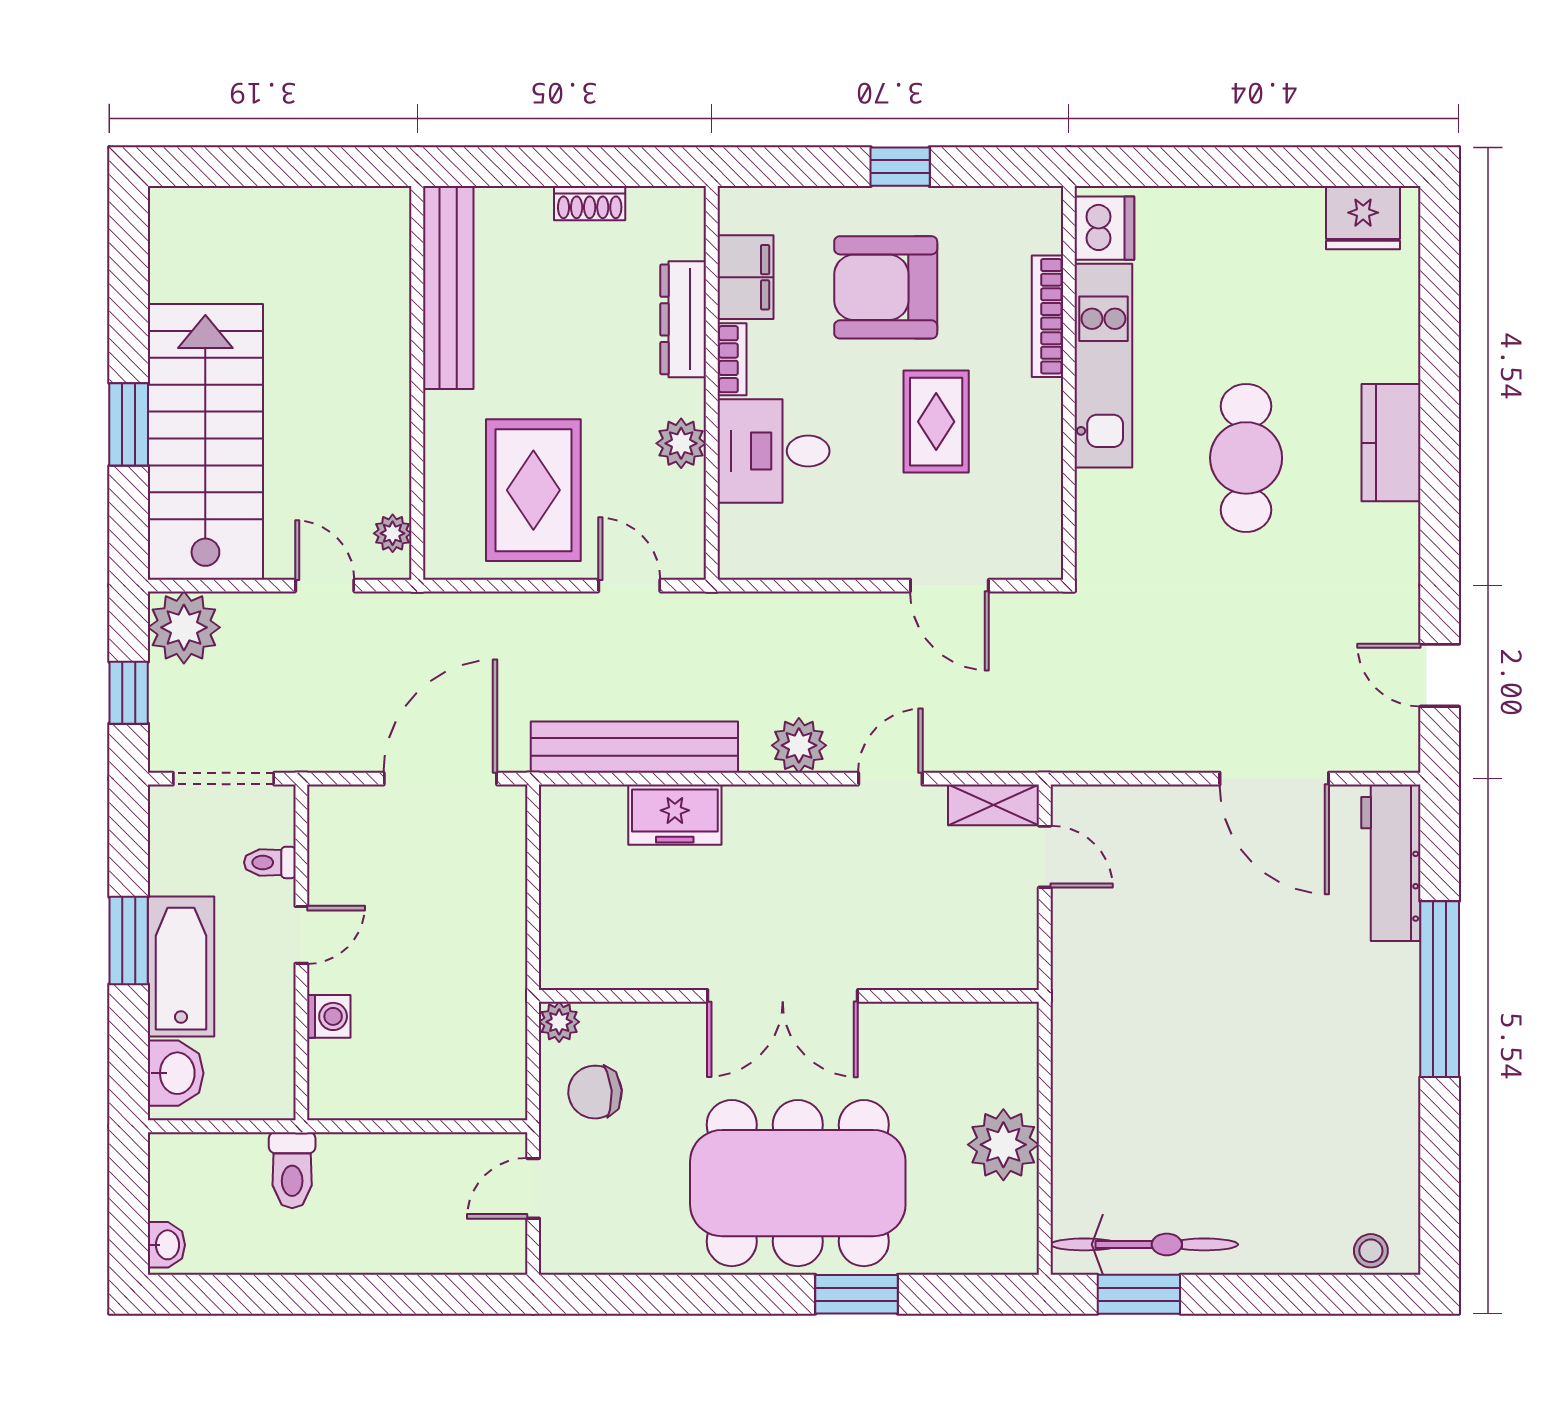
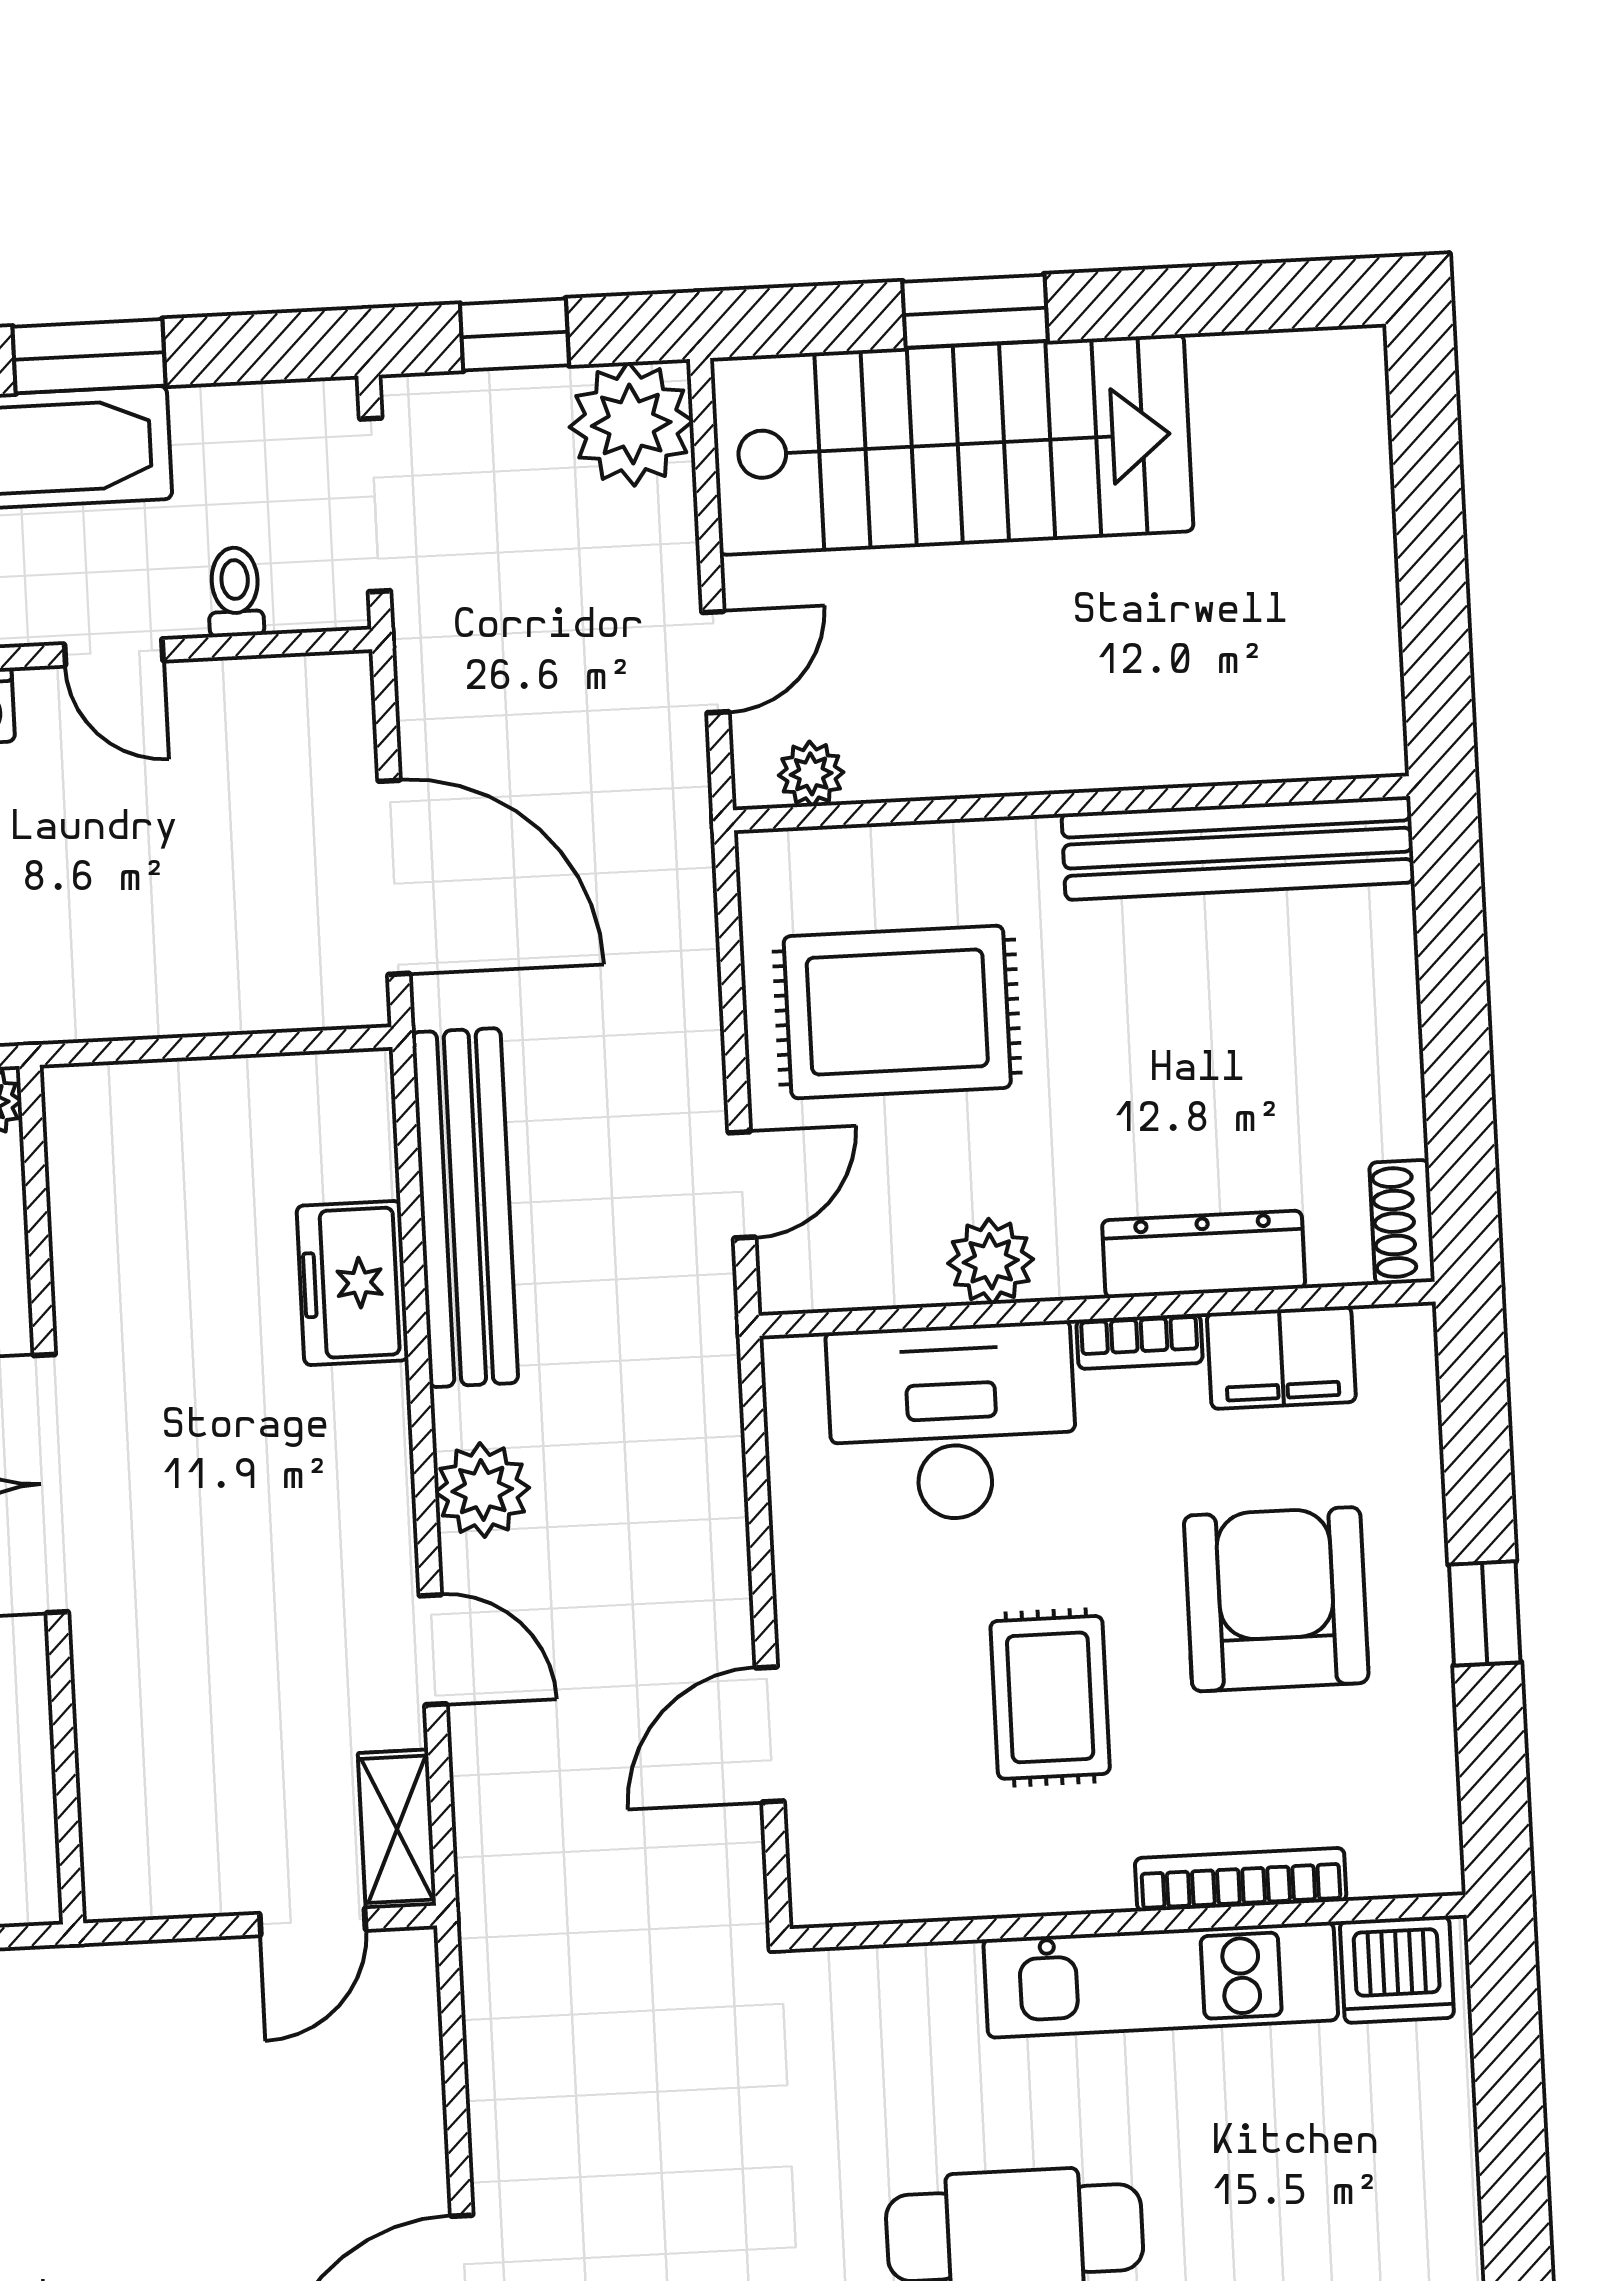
shoe rack: (590, 203) -> (1402, 1222), moved
rug: (936, 422) -> (1050, 1697), turned 90
desk: (773, 451) -> (952, 1422), width x1.37

